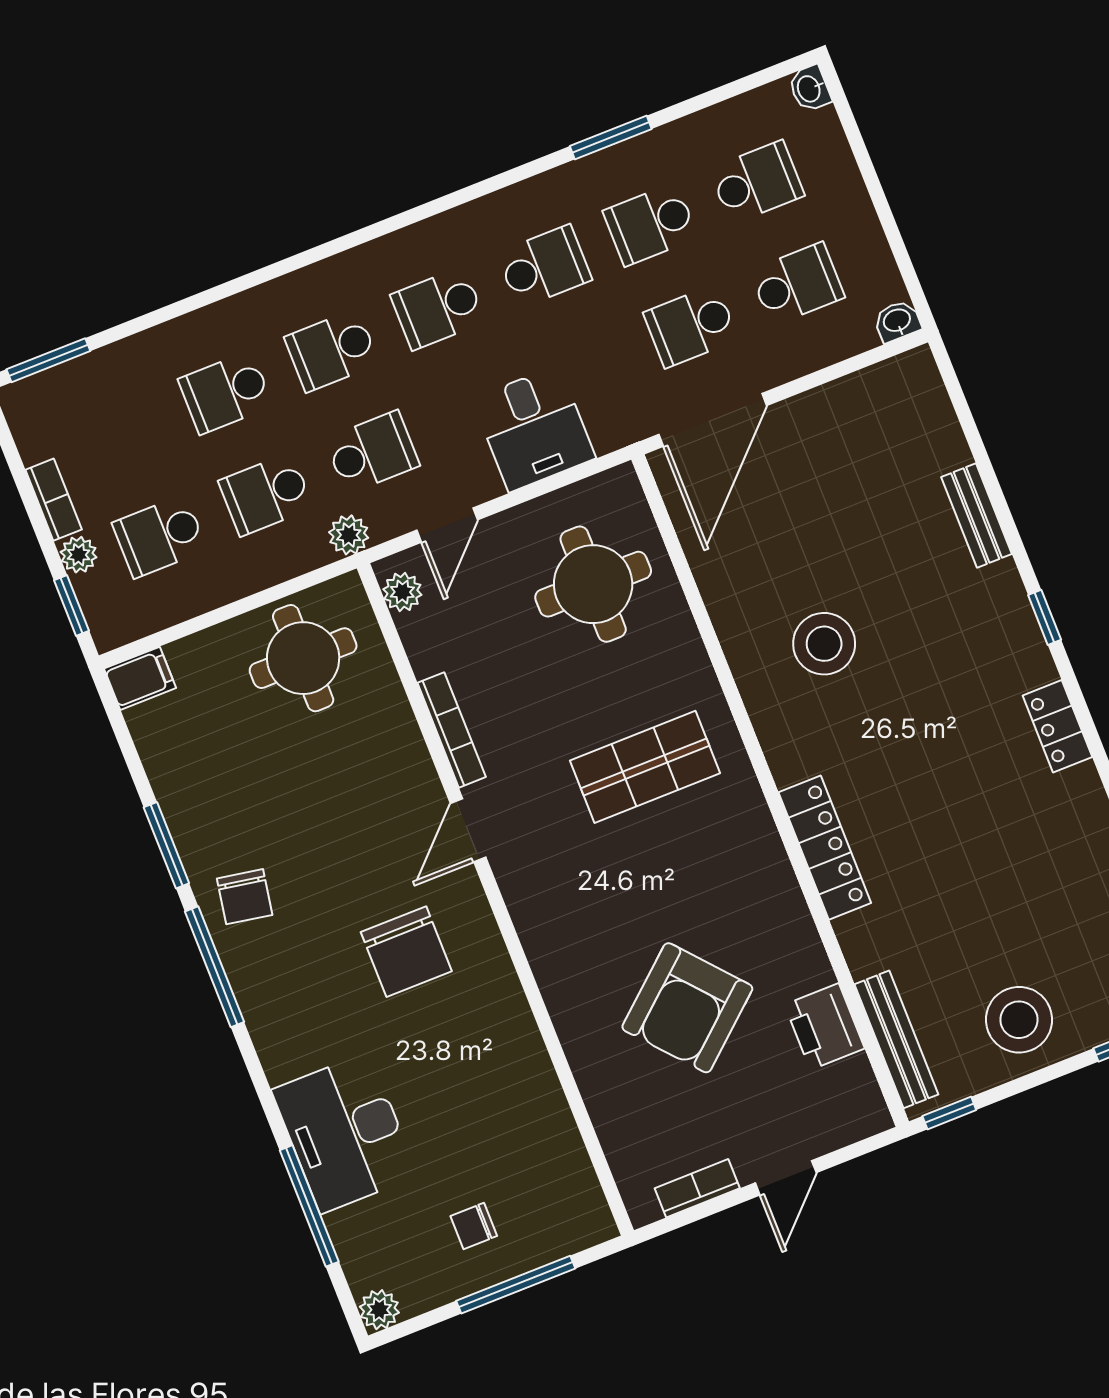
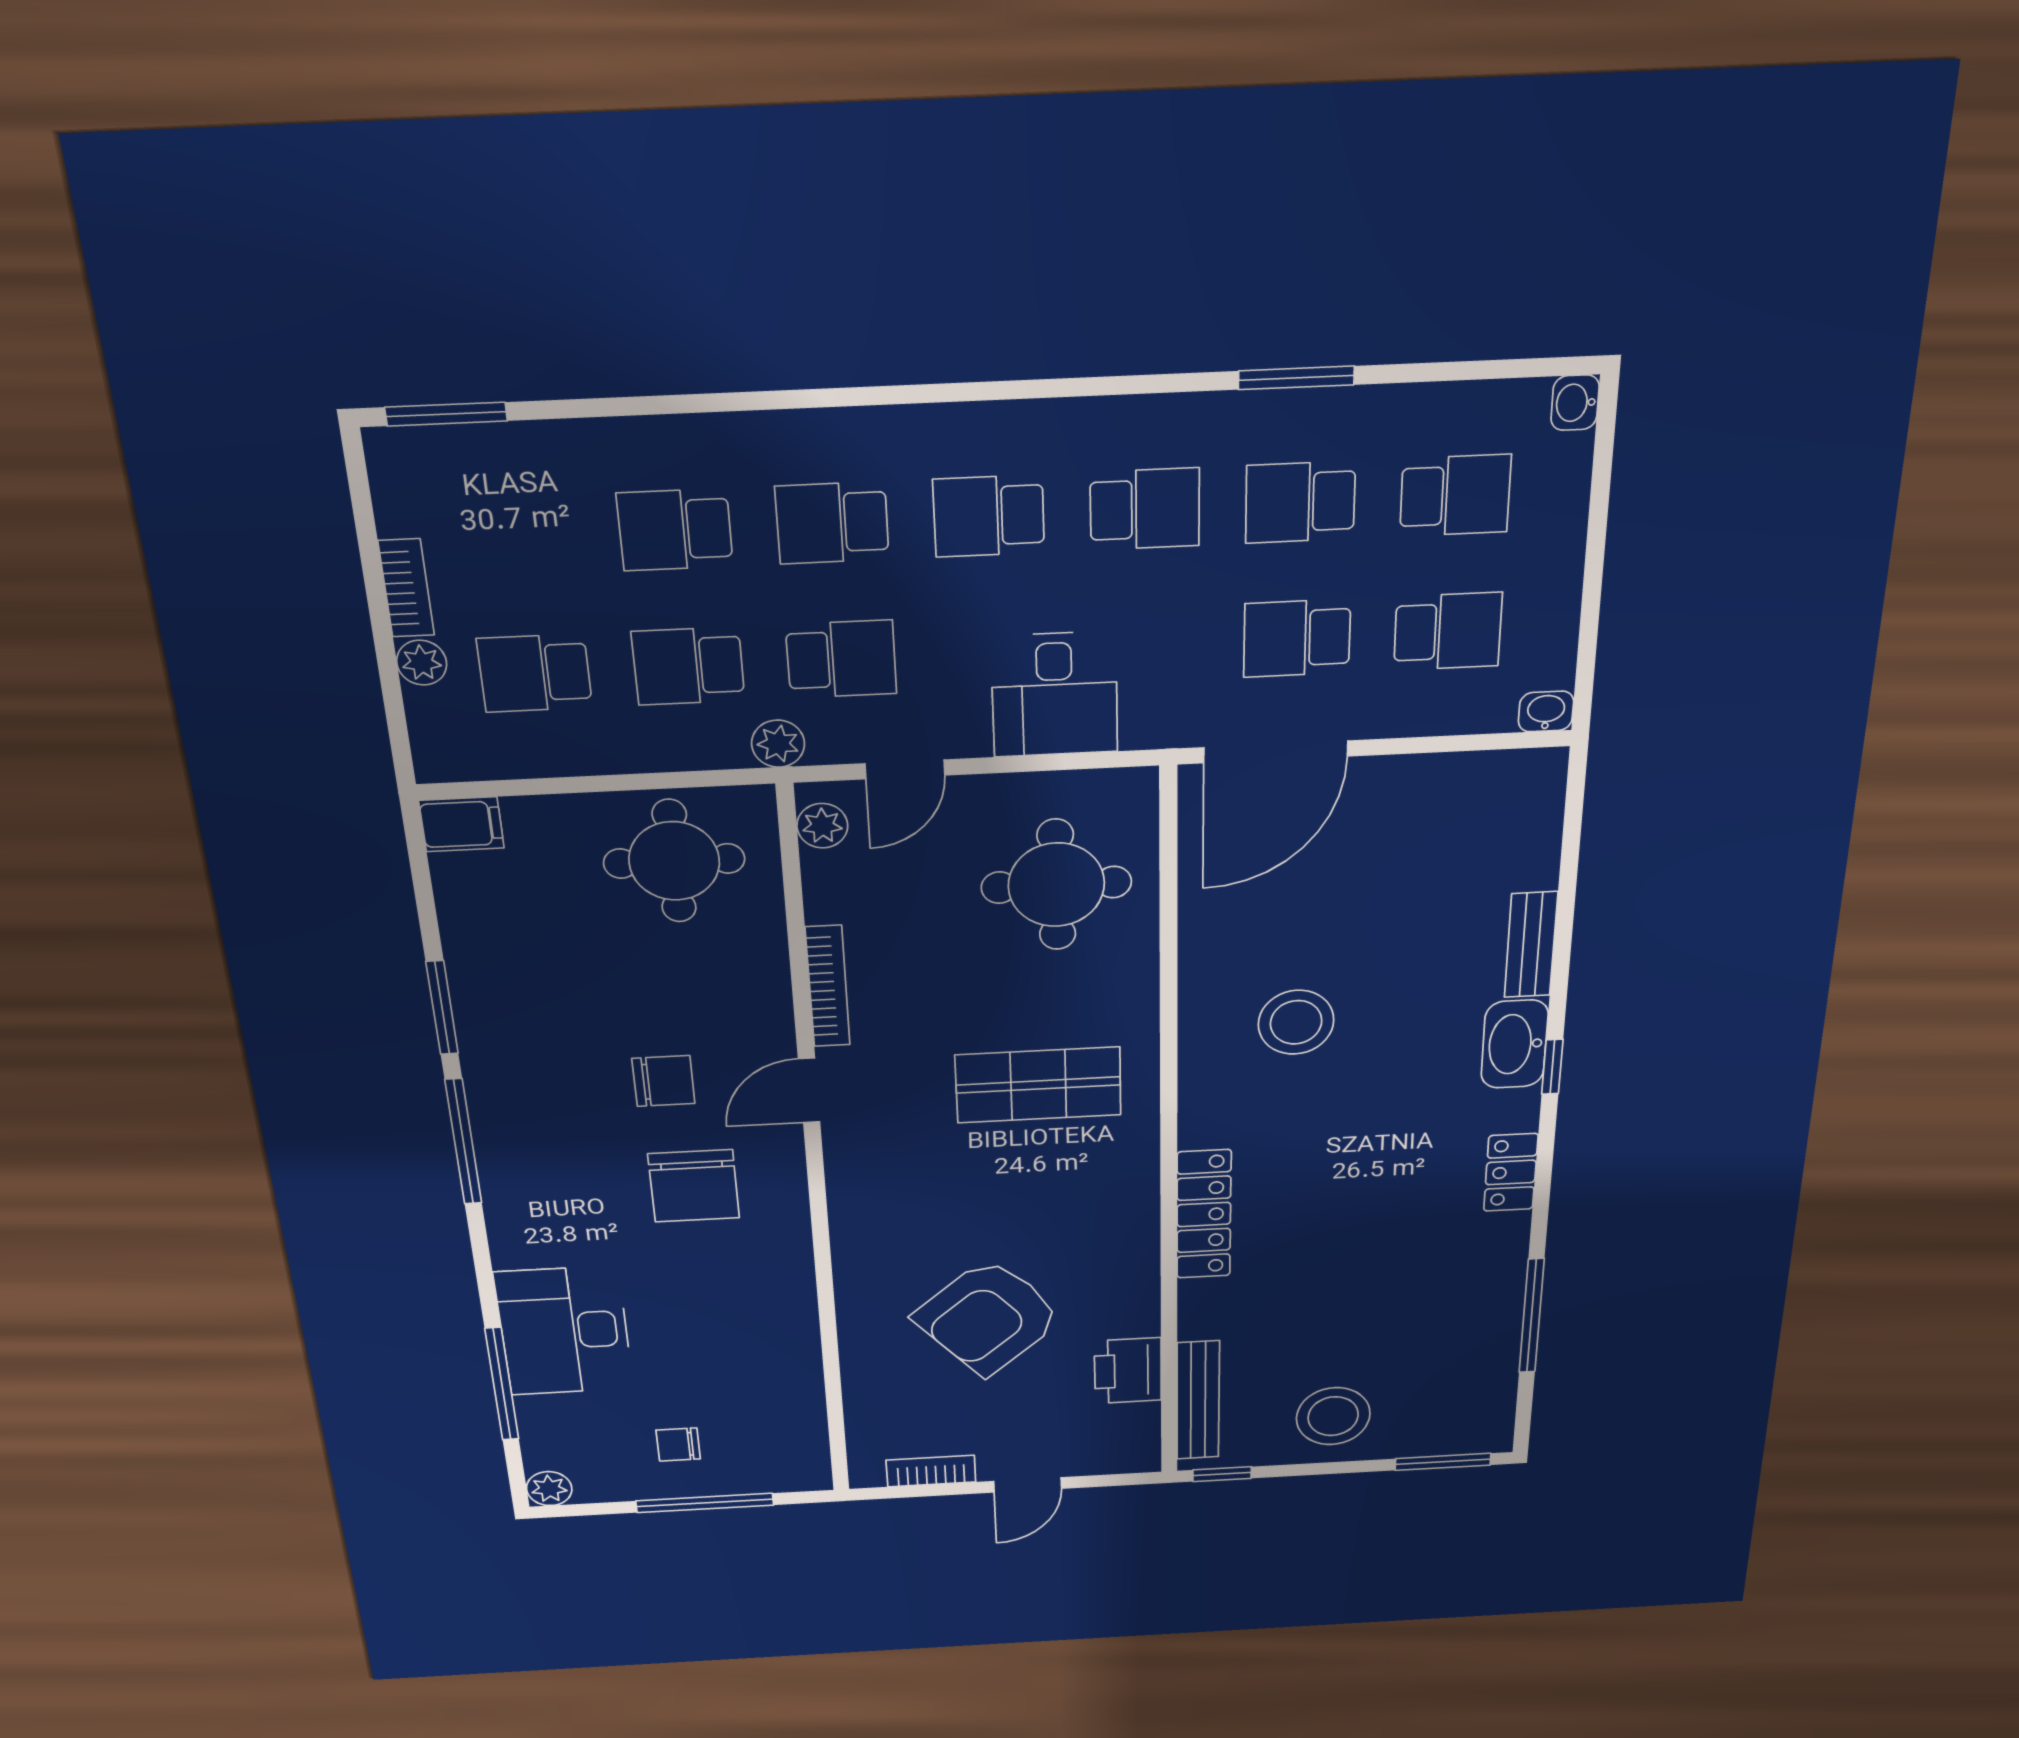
window: (71, 606) -> (396, 718), removed
washbasin: (1005, 607) -> (1515, 1044), added
chair: (245, 897) -> (663, 1081), moved, turned -100

